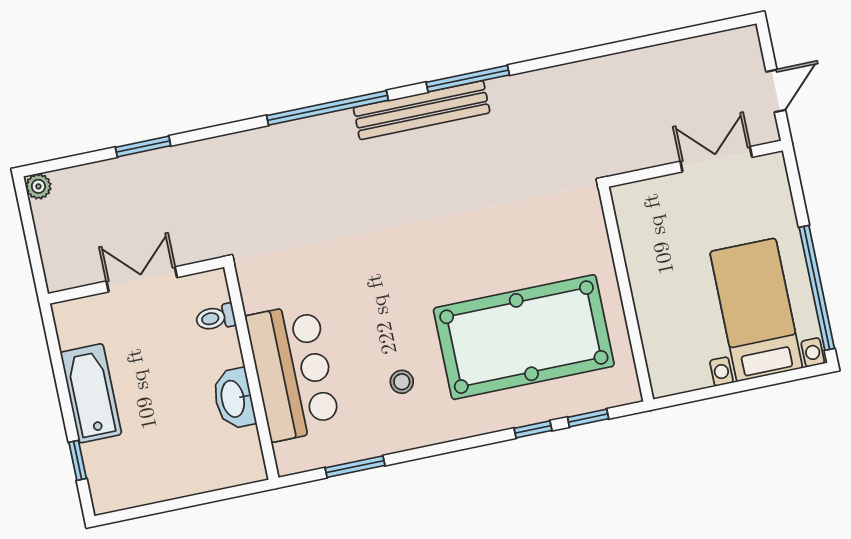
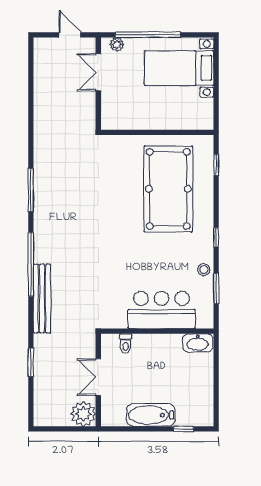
bench: (422, 110) -> (42, 298), moved
plant: (776, 183) -> (117, 45), added
plant: (38, 186) -> (83, 414), moved, width x1.87, depth x1.87
window: (817, 288) -> (148, 35), moved
stool: (402, 382) -> (204, 270), moved
washbasin: (234, 399) -> (198, 343), moved
window: (533, 429) -> (216, 237), moved

